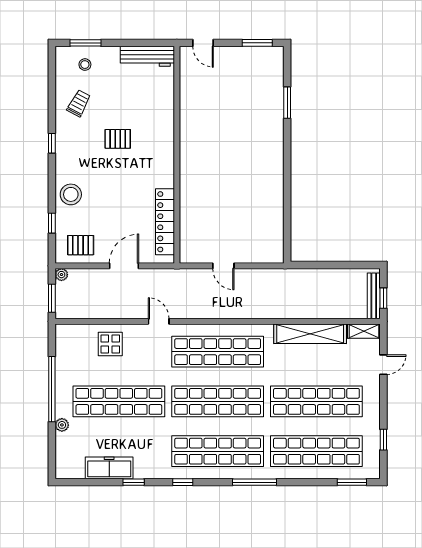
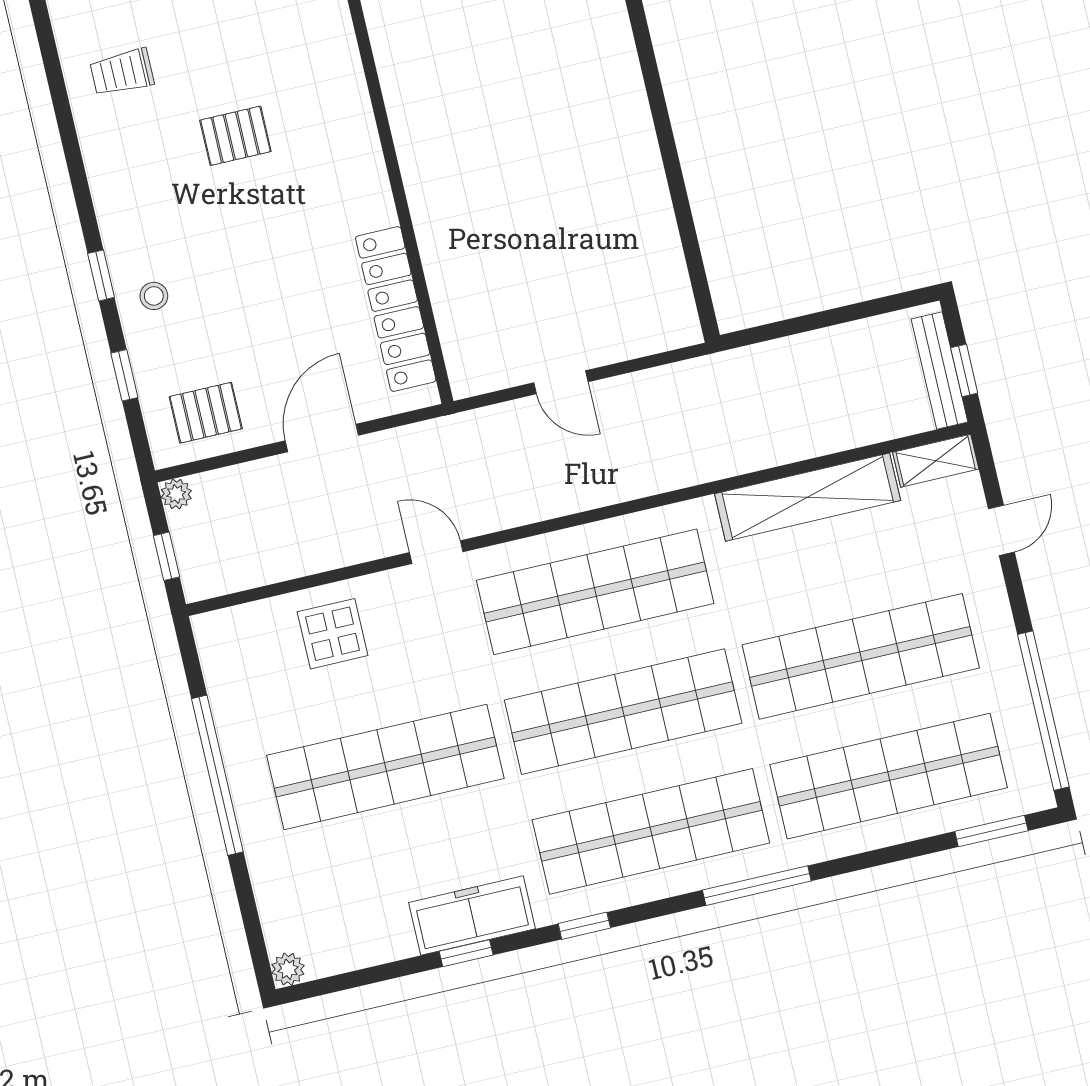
trolley: (79, 103) -> (122, 72), turned -118
window: (52, 143) -> (101, 275), moved
stool: (71, 194) -> (154, 296), width x0.53, depth x0.53
window: (52, 298) -> (166, 556), width x0.67
plant: (62, 425) -> (288, 969), moved
window: (383, 440) -> (1043, 711), width x3.17
freezer: (109, 468) -> (472, 916), moved

